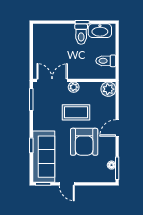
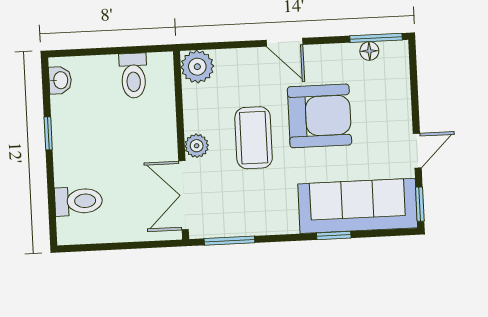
washbasin: (100, 31) -> (60, 80), width x0.52, depth x0.69
toilet: (81, 34) -> (79, 201), moved

